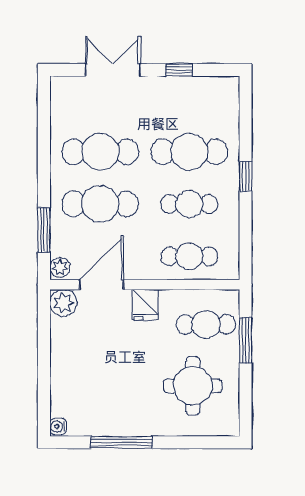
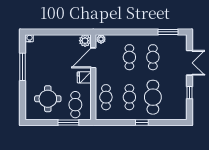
cafe table: (100, 152) -> (153, 57), width x0.73, depth x0.74
cafe table: (100, 204) -> (129, 57), width x0.73, depth x0.74
window: (44, 230) -> (168, 32), moved
door: (102, 285) -> (93, 58), swing flipped

